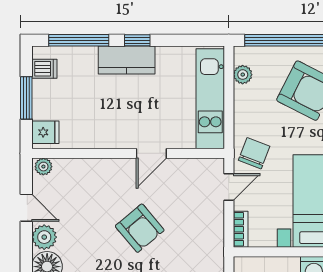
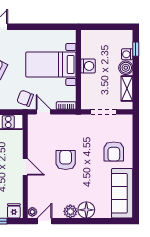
door: (151, 153) -> (25, 167), moved
door: (26, 208) -> (45, 221), moved
armchair: (140, 228) -> (66, 160), turned -50

